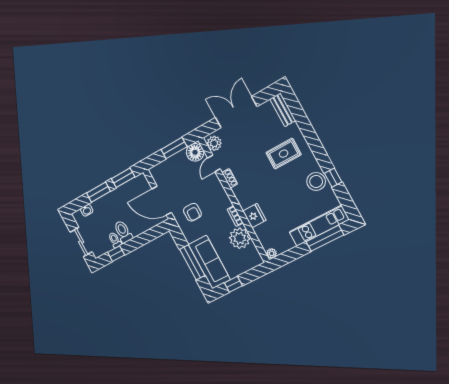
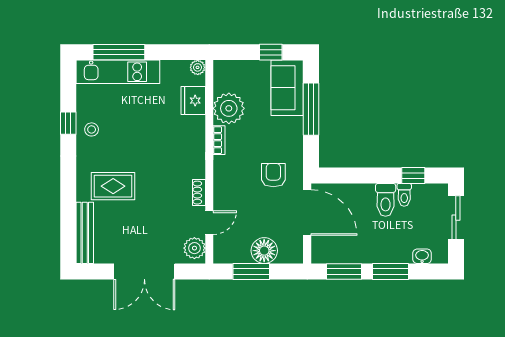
bench: (283, 110) -> (85, 233), width x1.36
floor lamp: (195, 152) -> (264, 251), moved
stool: (316, 181) -> (92, 129), width x0.53, depth x0.53
fridge: (254, 216) -> (193, 101), moved
sofa: (209, 262) -> (287, 88), width x0.73

